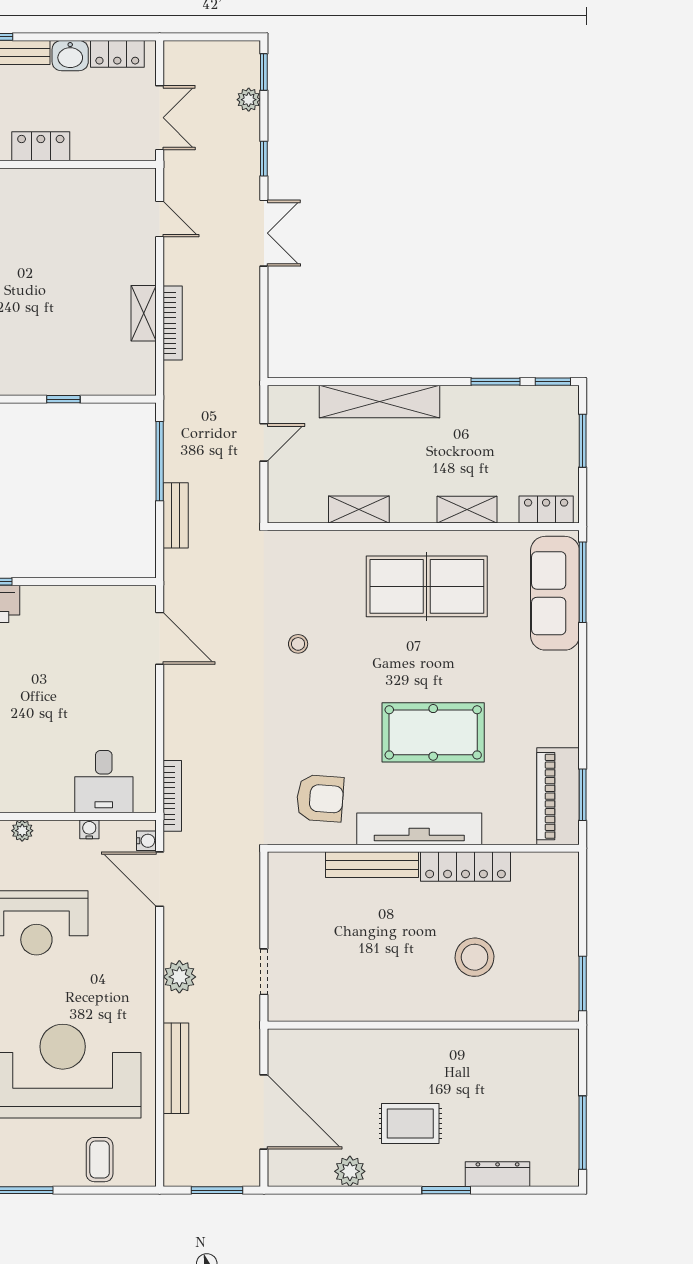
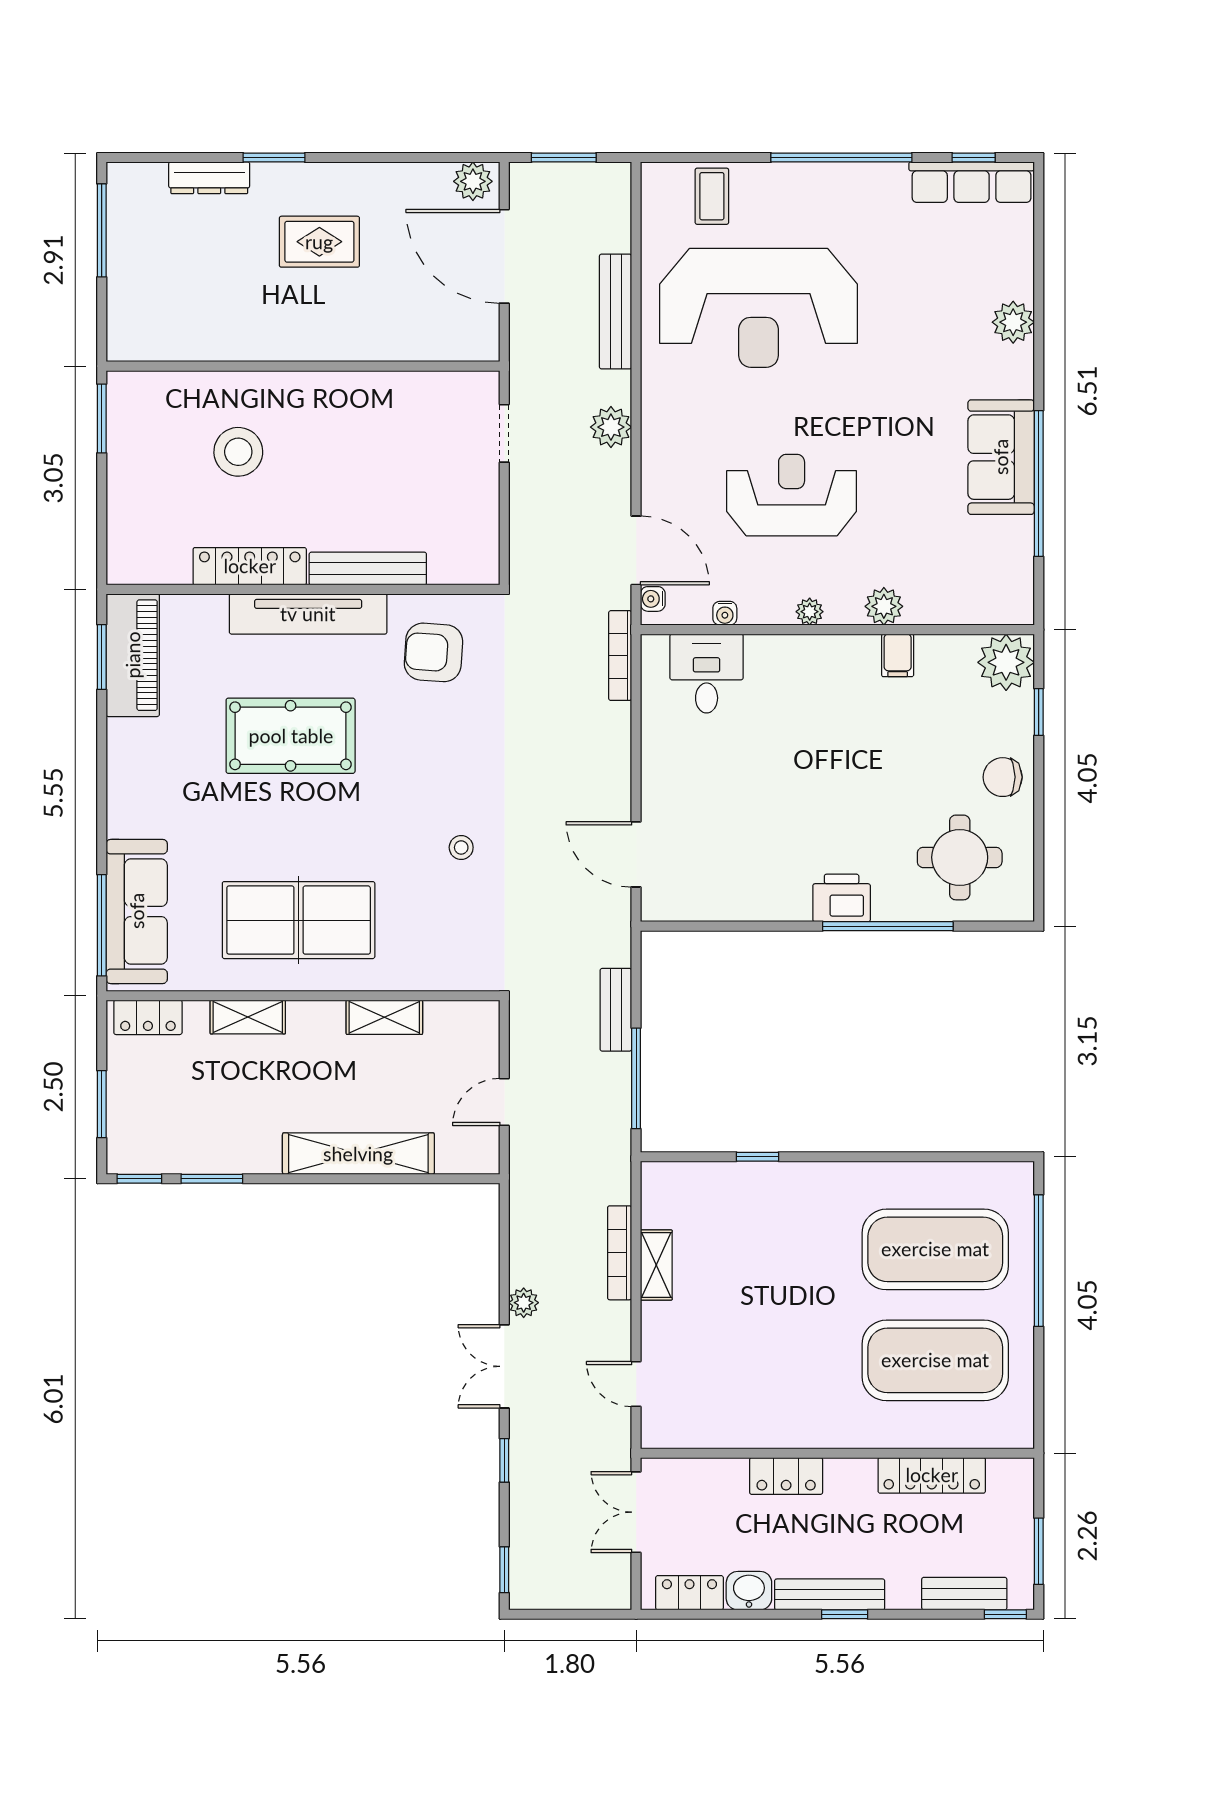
plant: (249, 100) -> (524, 1303), moved
plant: (350, 1171) -> (473, 181), moved

